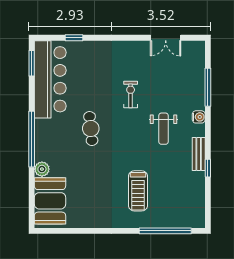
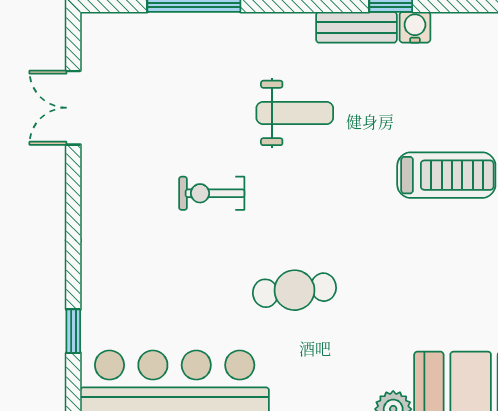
double door: (166, 38) -> (73, 108), swing flipped
water cooler: (199, 117) -> (415, 27), moved

